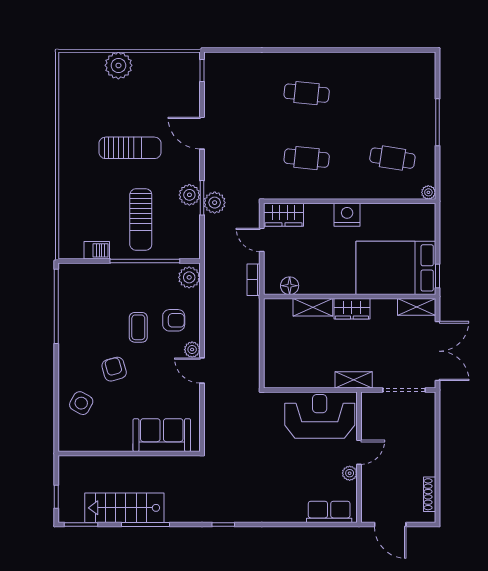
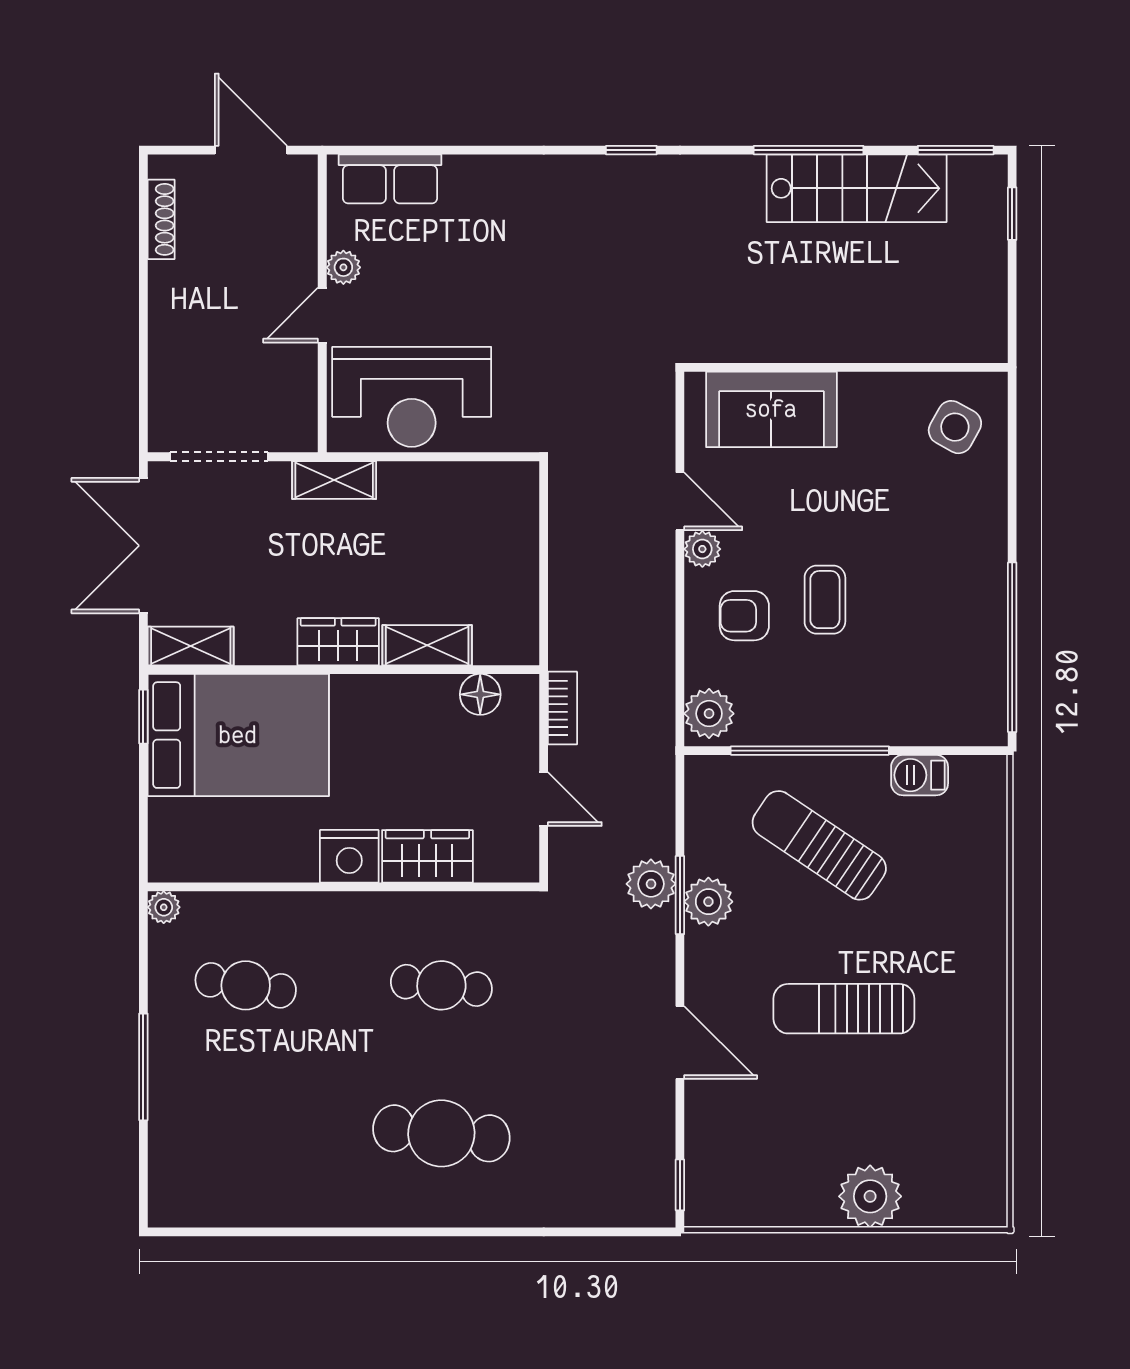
cafe table: (307, 93) -> (441, 1133), width x1.37, depth x1.35
wardrobe: (283, 215) -> (427, 856), moved
sun lounger: (141, 219) -> (819, 845), turned -56
armchair: (114, 369) -> (880, 505), removed
sofa: (162, 435) -> (771, 409), moved
wall: (129, 454) -> (846, 367), moved

